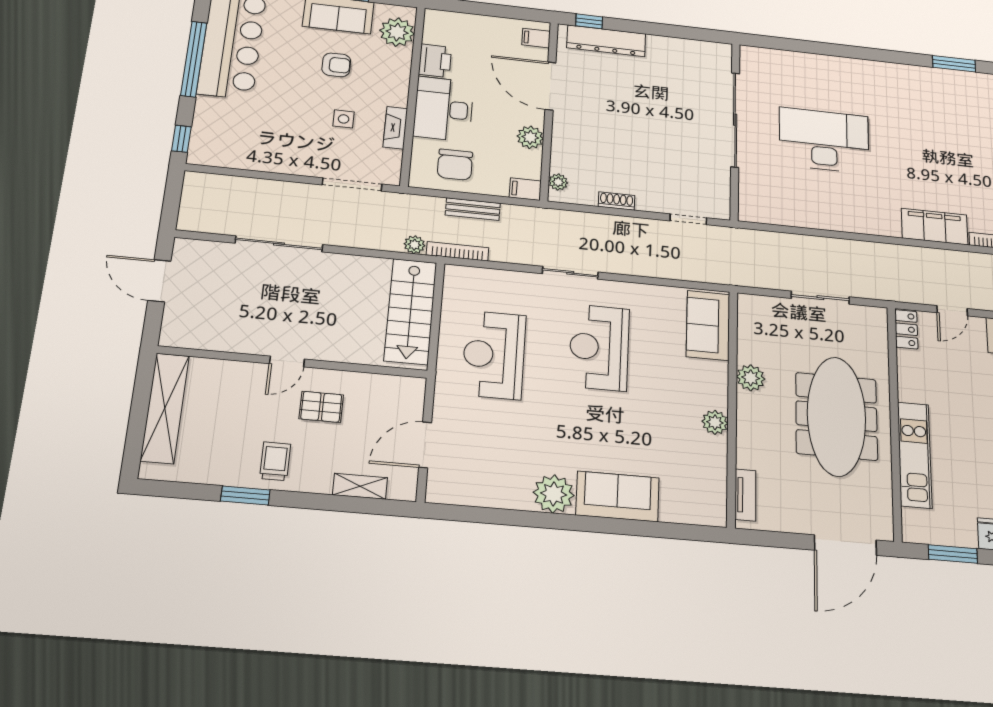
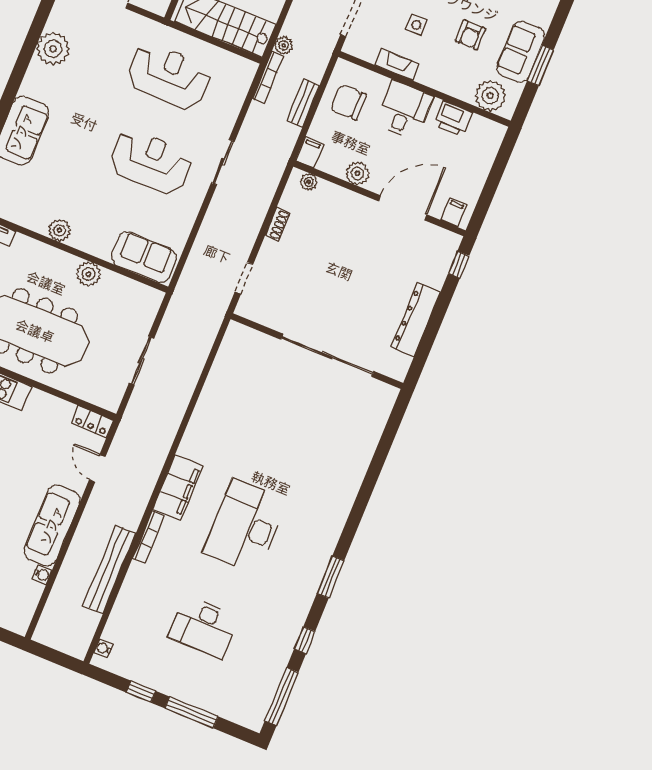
dresser: (606, 41) -> (416, 319), moved
desk: (443, 109) -> (404, 110), width x0.73
desk: (824, 140) -> (245, 526), moved, turned 180
plant: (554, 494) -> (53, 49), moved

